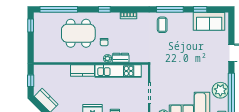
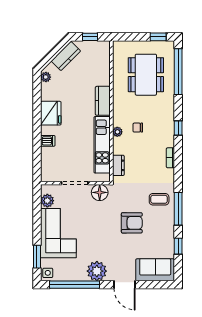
sofa: (209, 21) -> (155, 270), moved, turned 90
dining table: (78, 33) -> (146, 75), moved
armchair: (181, 47) -> (132, 223), added
dresser: (121, 58) -> (118, 165), moved
floor lamp: (157, 73) -> (100, 192), added
plant: (220, 90) -> (97, 271), moved

